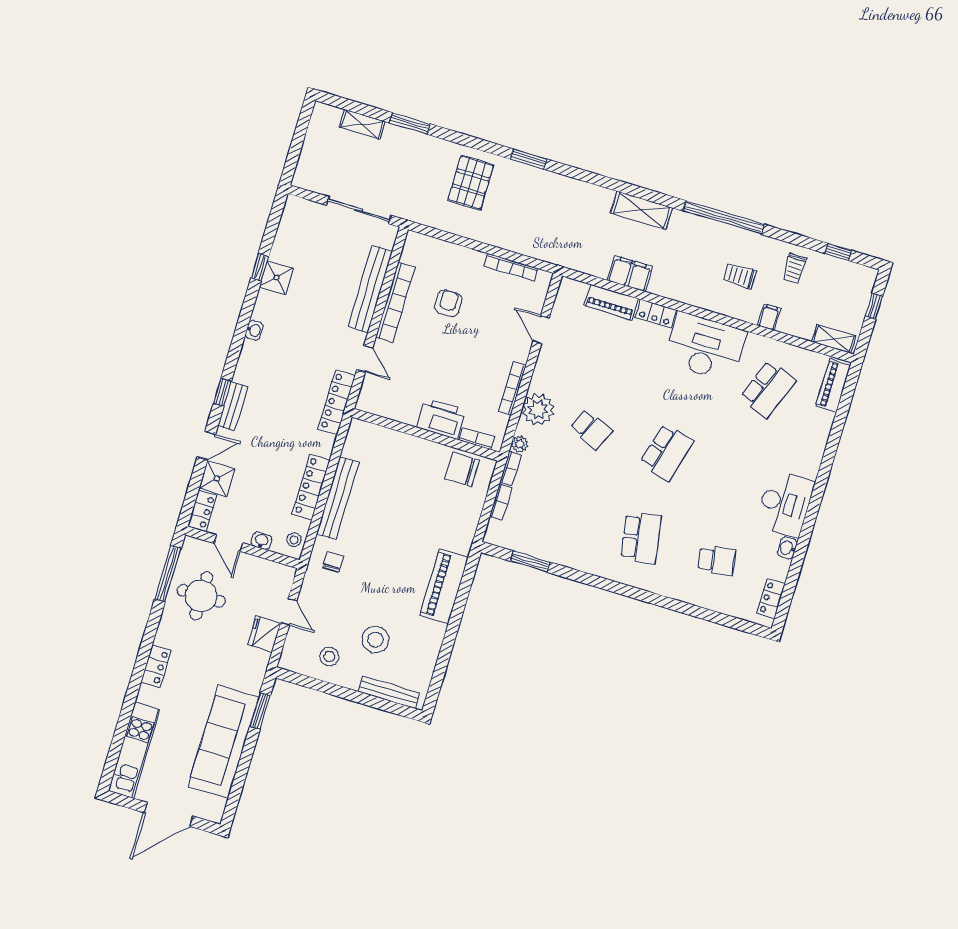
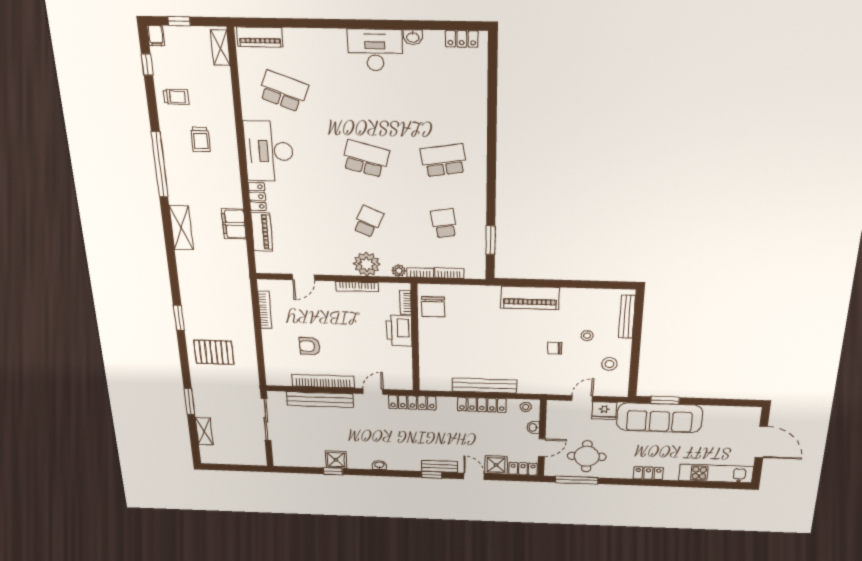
filing cabinet: (769, 317) -> (156, 36), moved, turned -90
school desk: (717, 560) -> (444, 223), moved
chair: (333, 562) -> (555, 348), moved
stool: (375, 640) -> (587, 336), width x0.53, depth x0.53
sofa: (223, 742) -> (660, 418), moved

